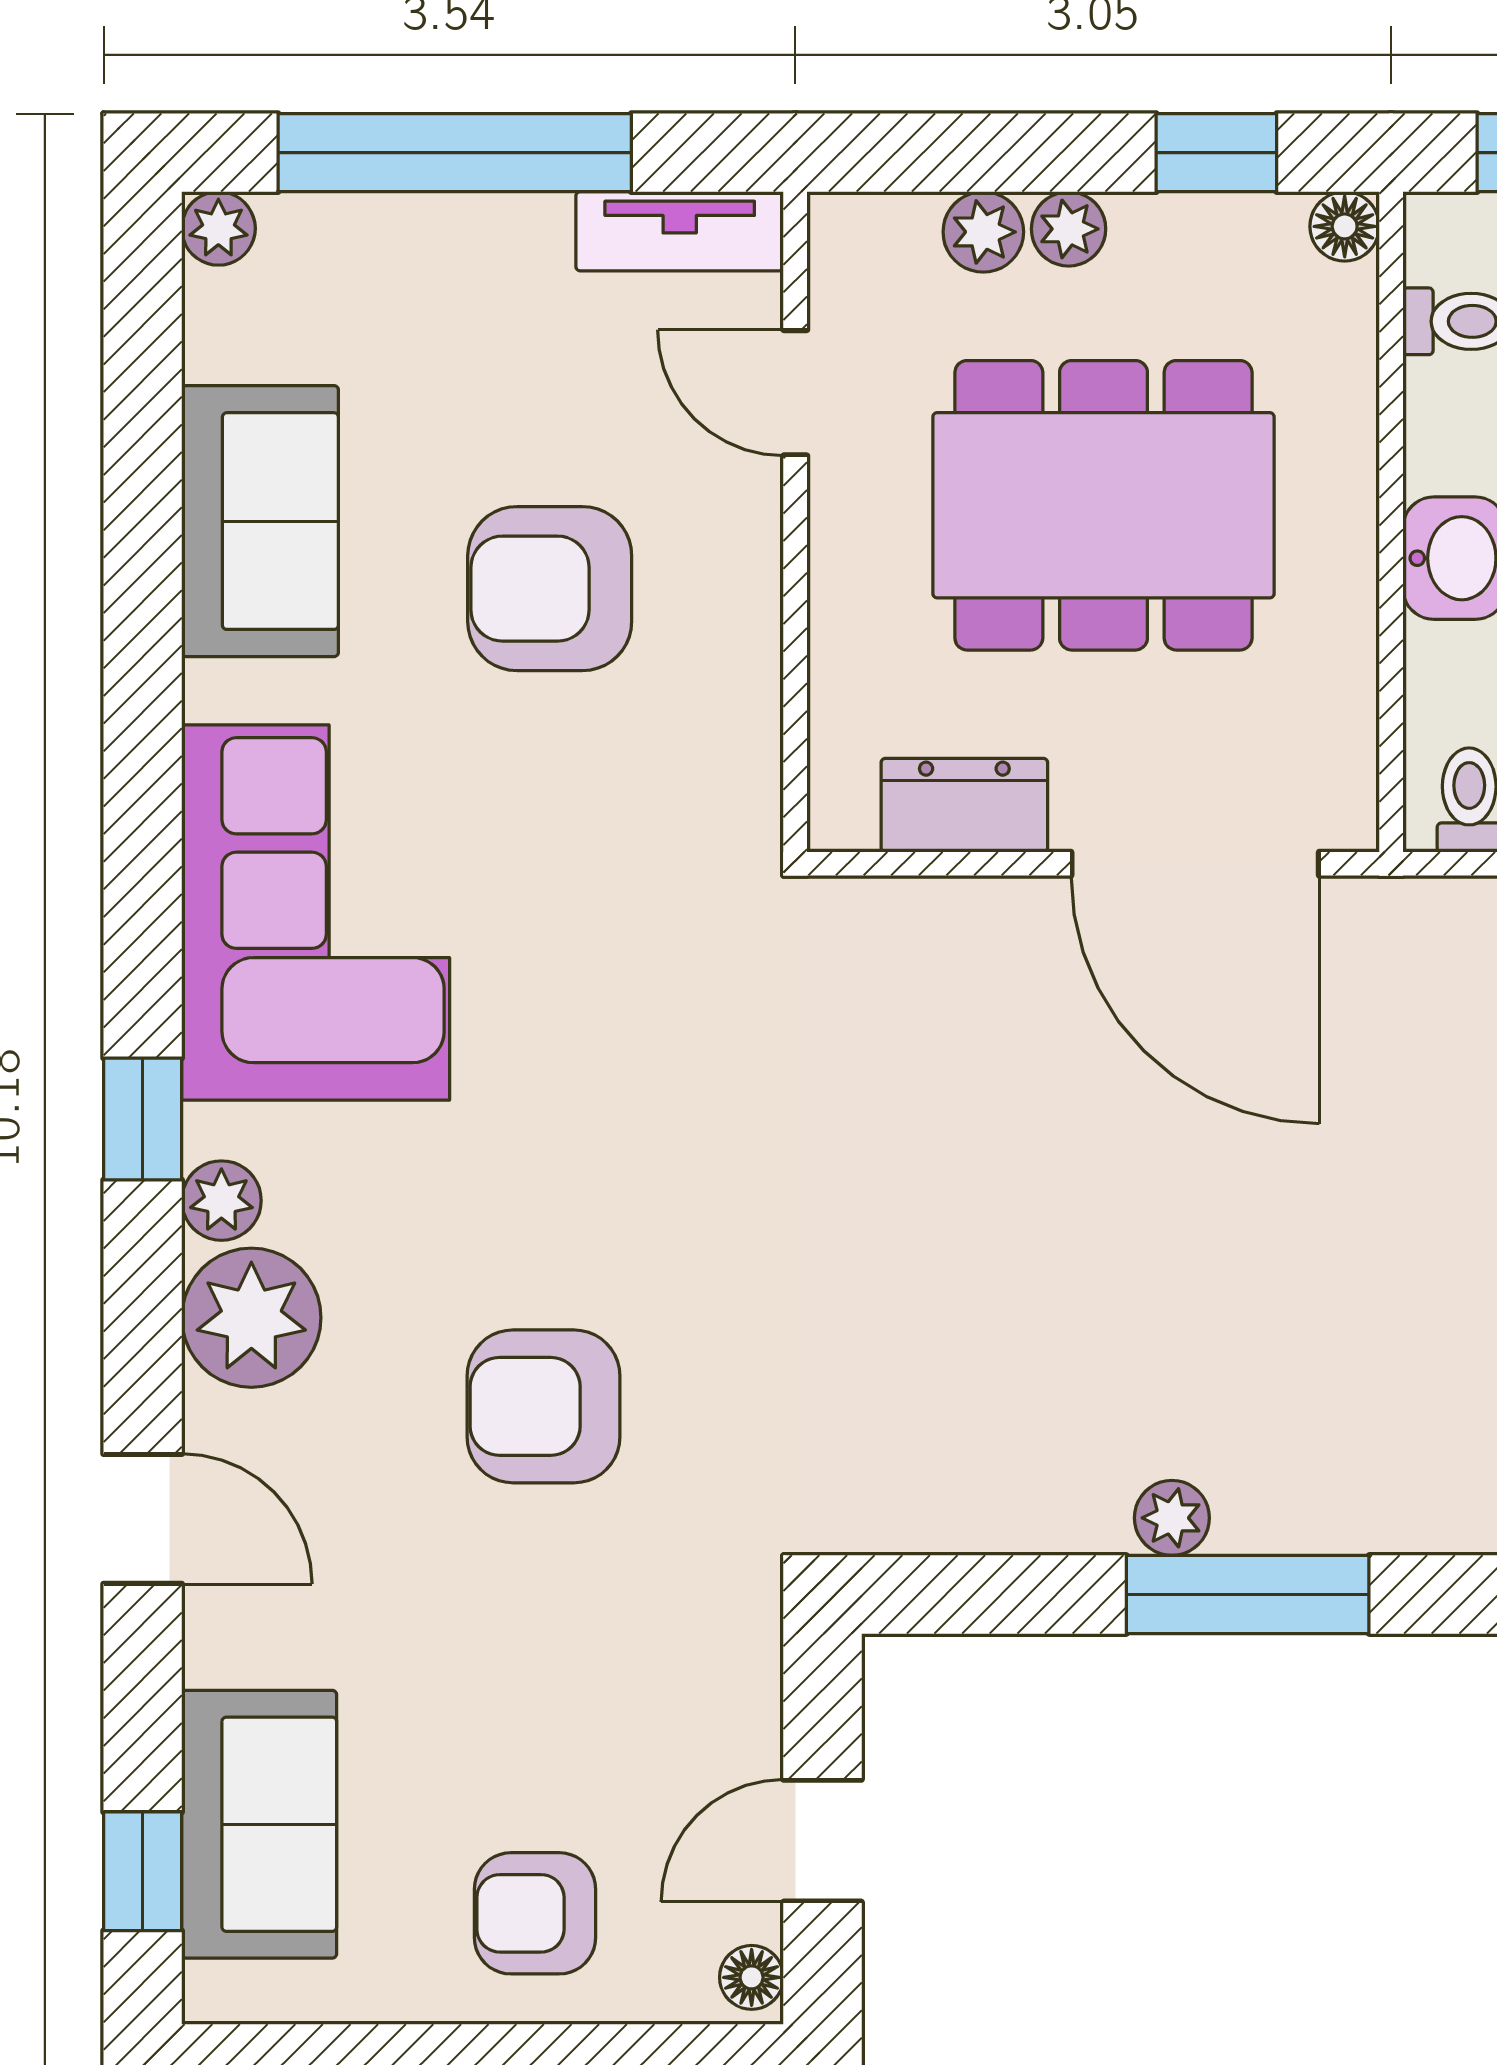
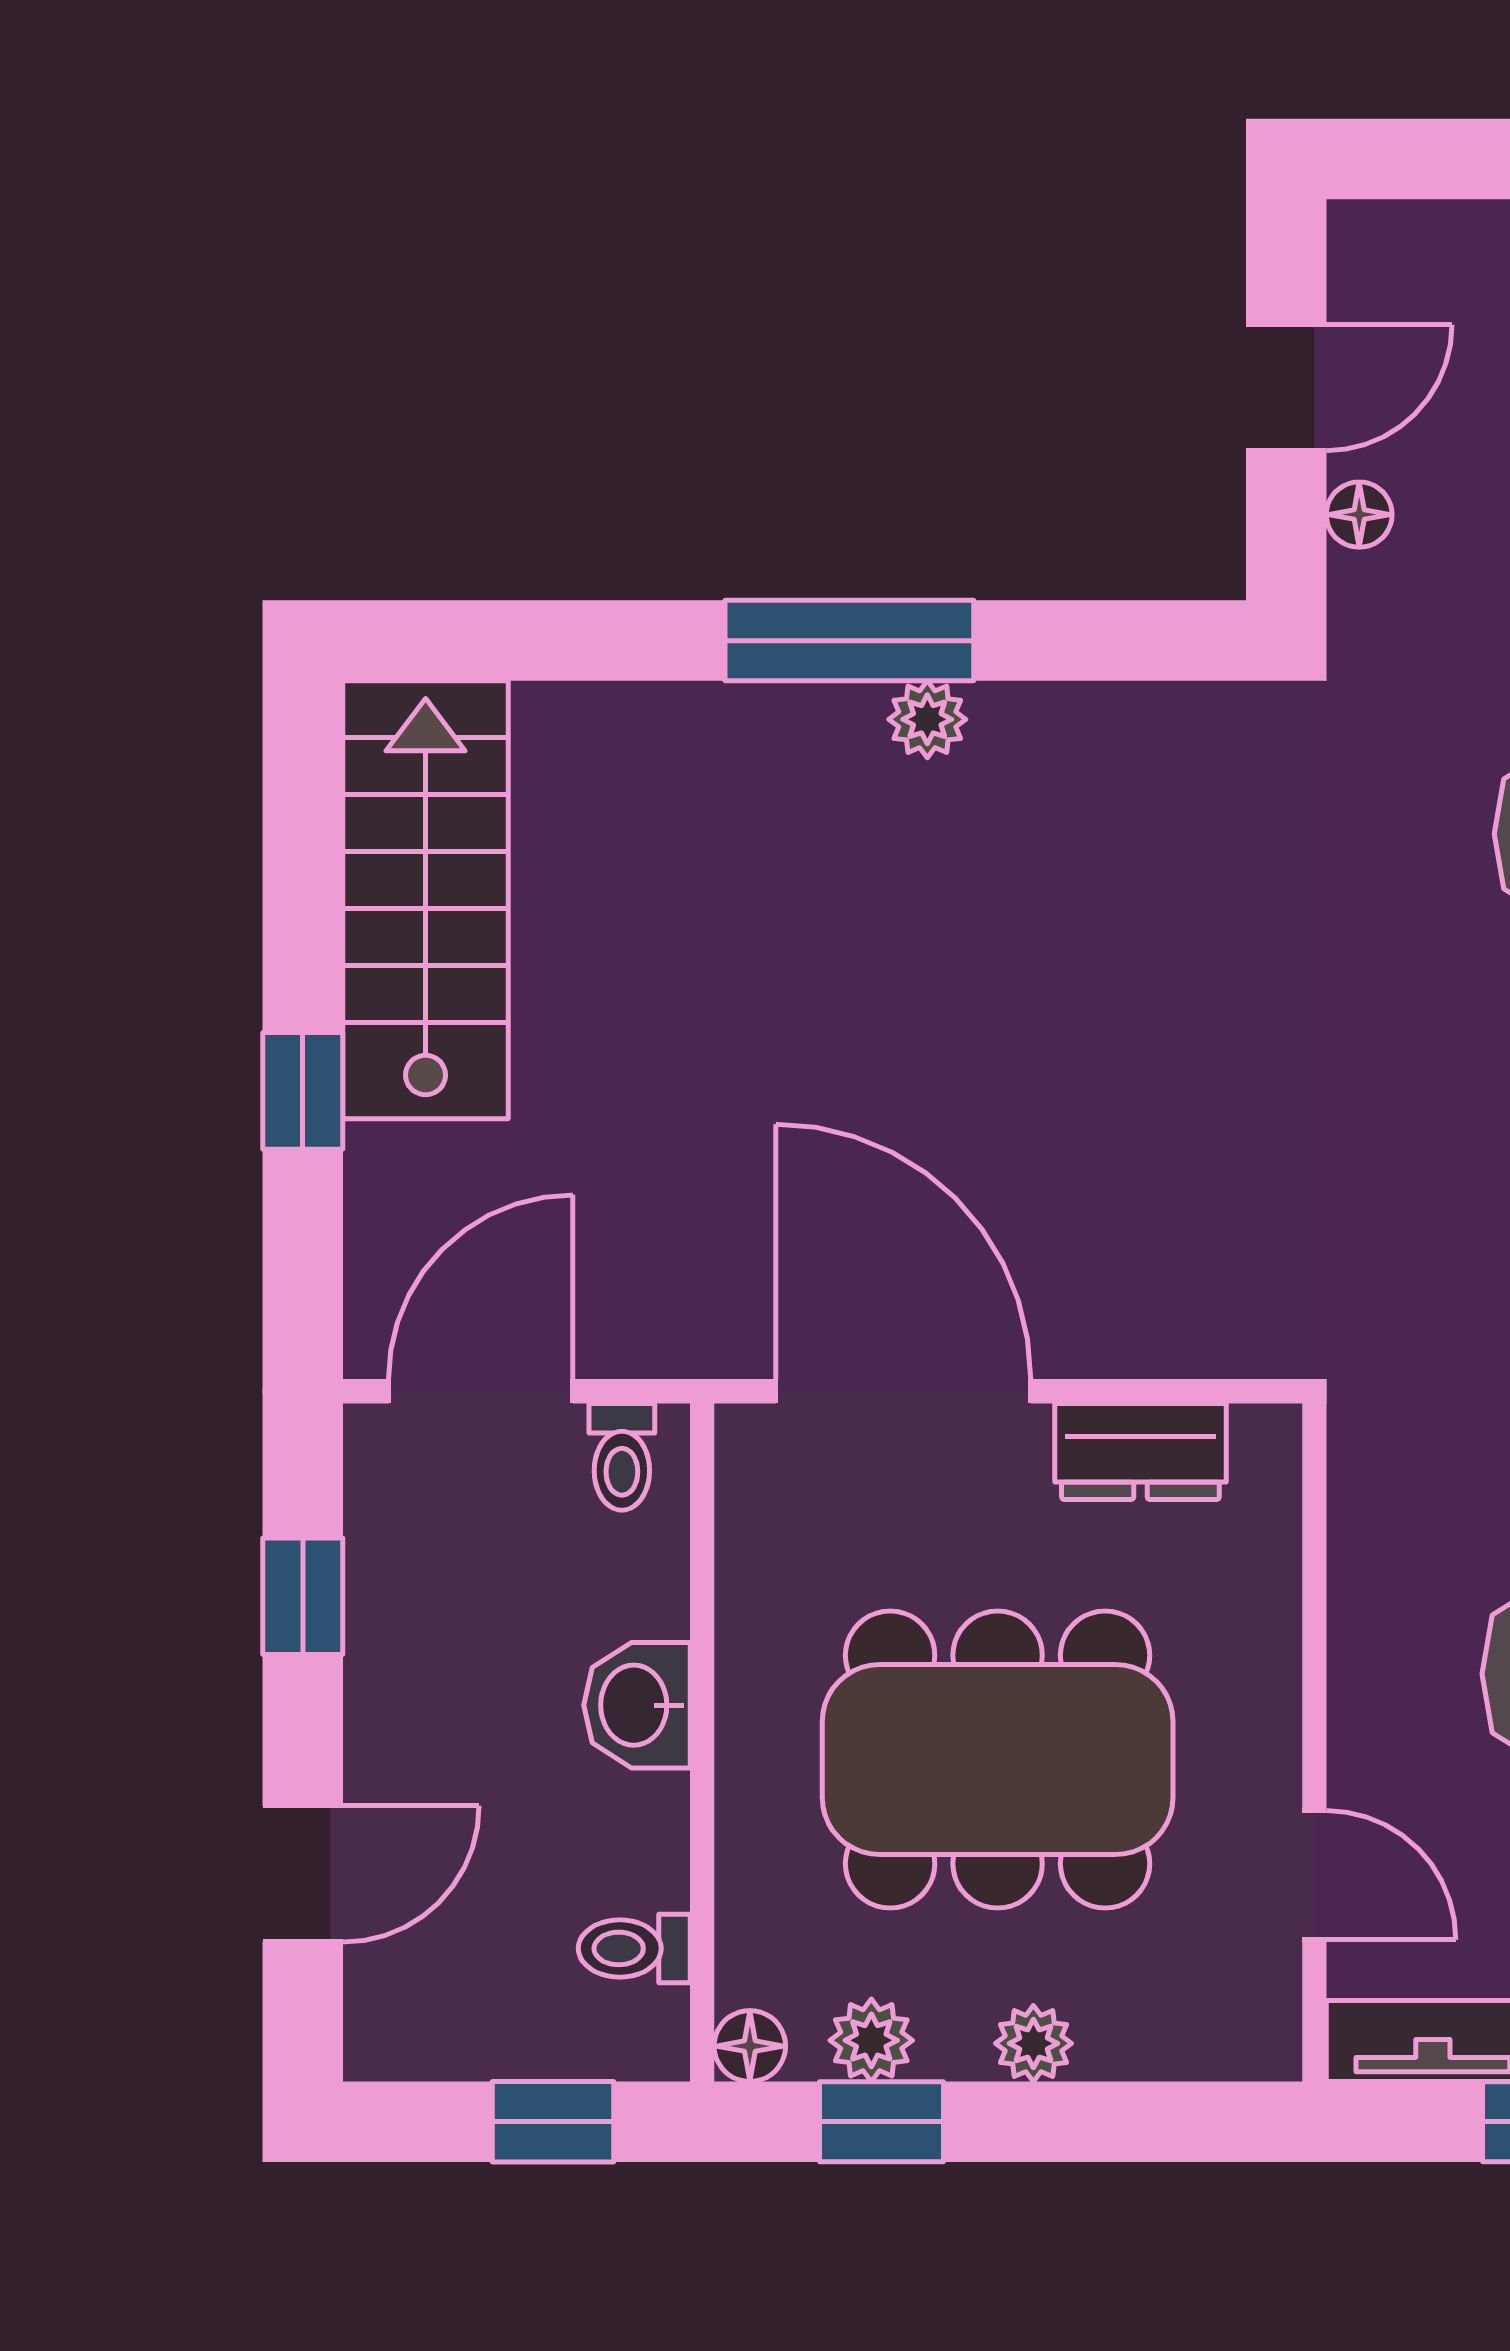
plant: (983, 232) -> (871, 2040), moved
floor lamp: (752, 1977) -> (1359, 515), moved

